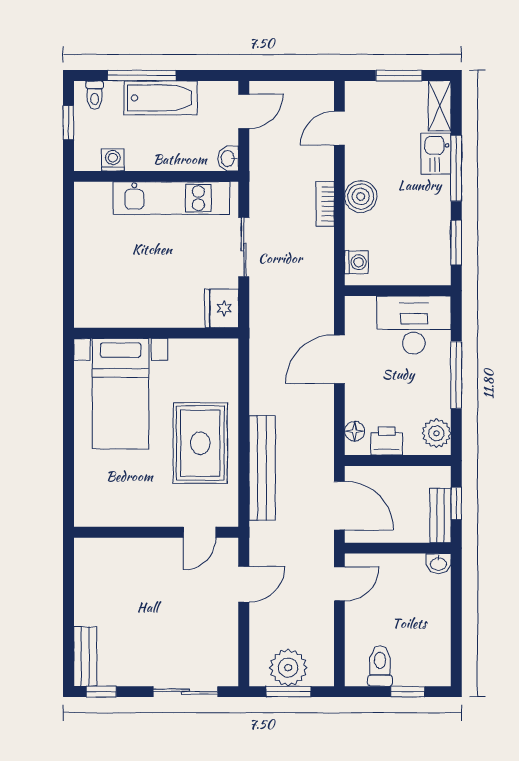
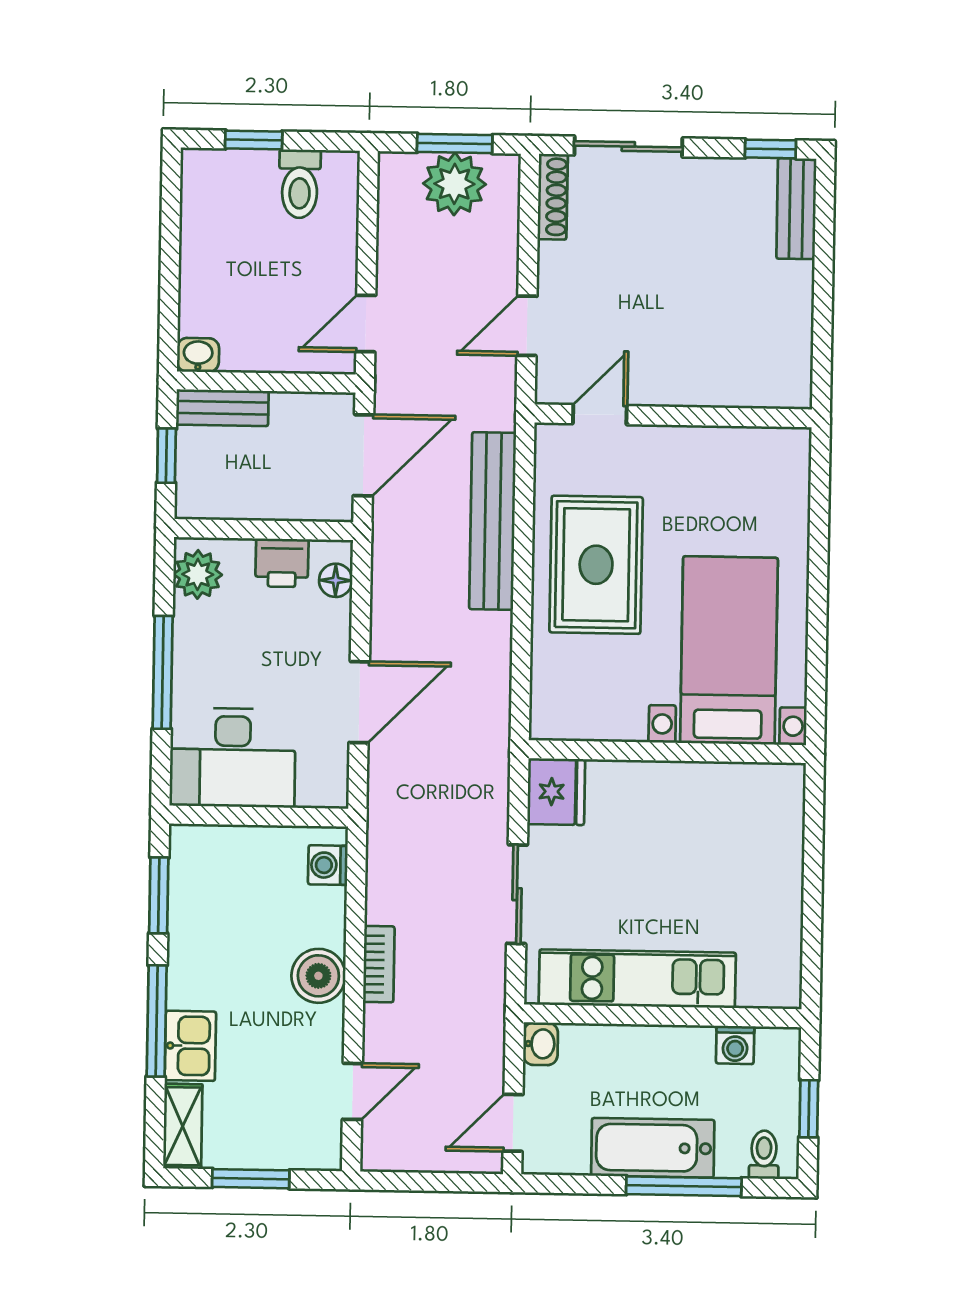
door: (339, 506) -> (363, 455), swing flipped
bench: (440, 516) -> (222, 408), moved, turned 90
shoe rack: (230, 661) -> (553, 197), added

